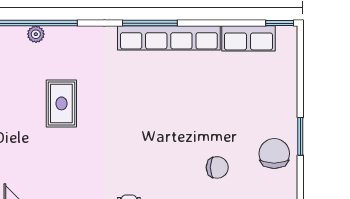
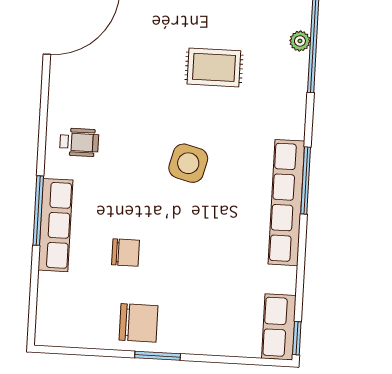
row of seats: (249, 38) -> (279, 327), moved
side table: (141, 120) -> (188, 163), added
chair: (217, 167) -> (126, 253), turned -90

